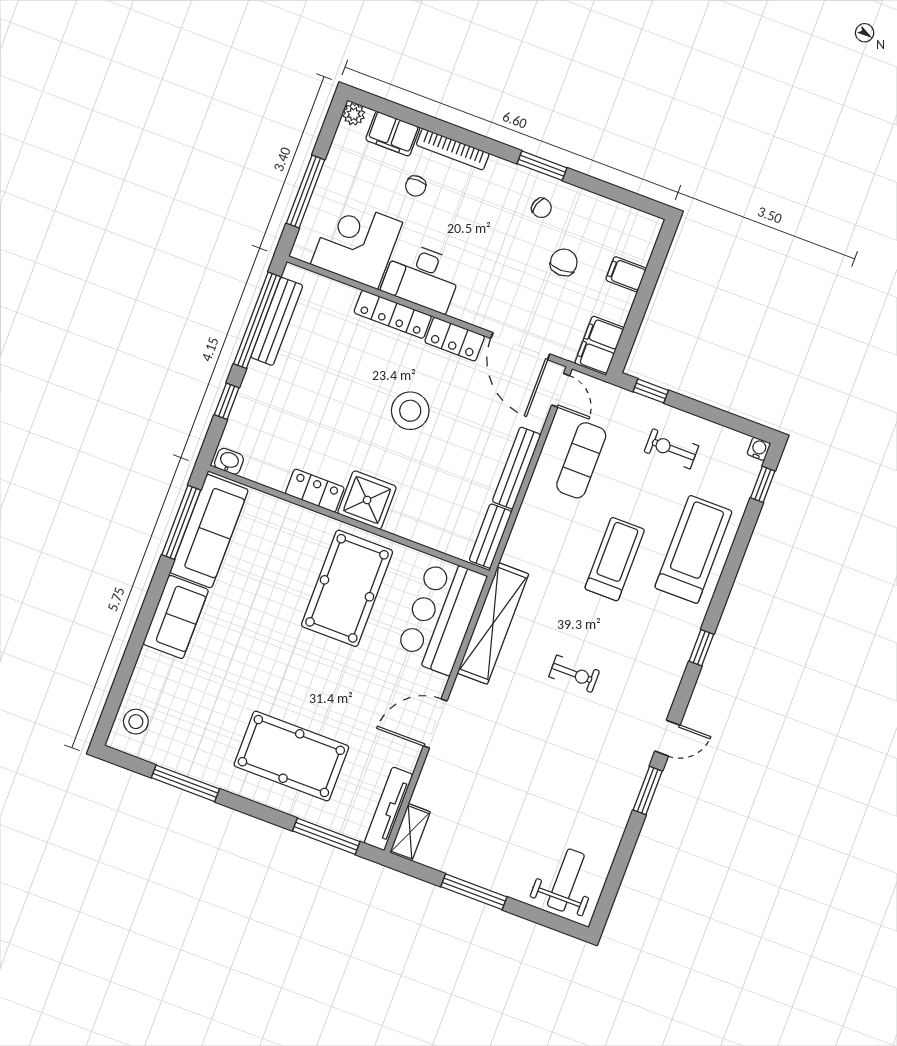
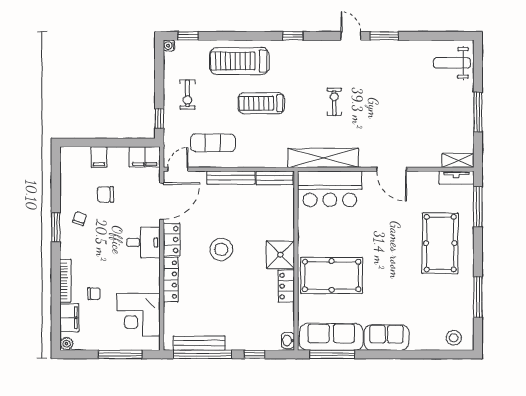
desk: (422, 277) -> (144, 242), moved, width x0.73
pool table: (347, 588) -> (332, 275), moved
tv unit: (389, 809) -> (456, 178), width x0.71

